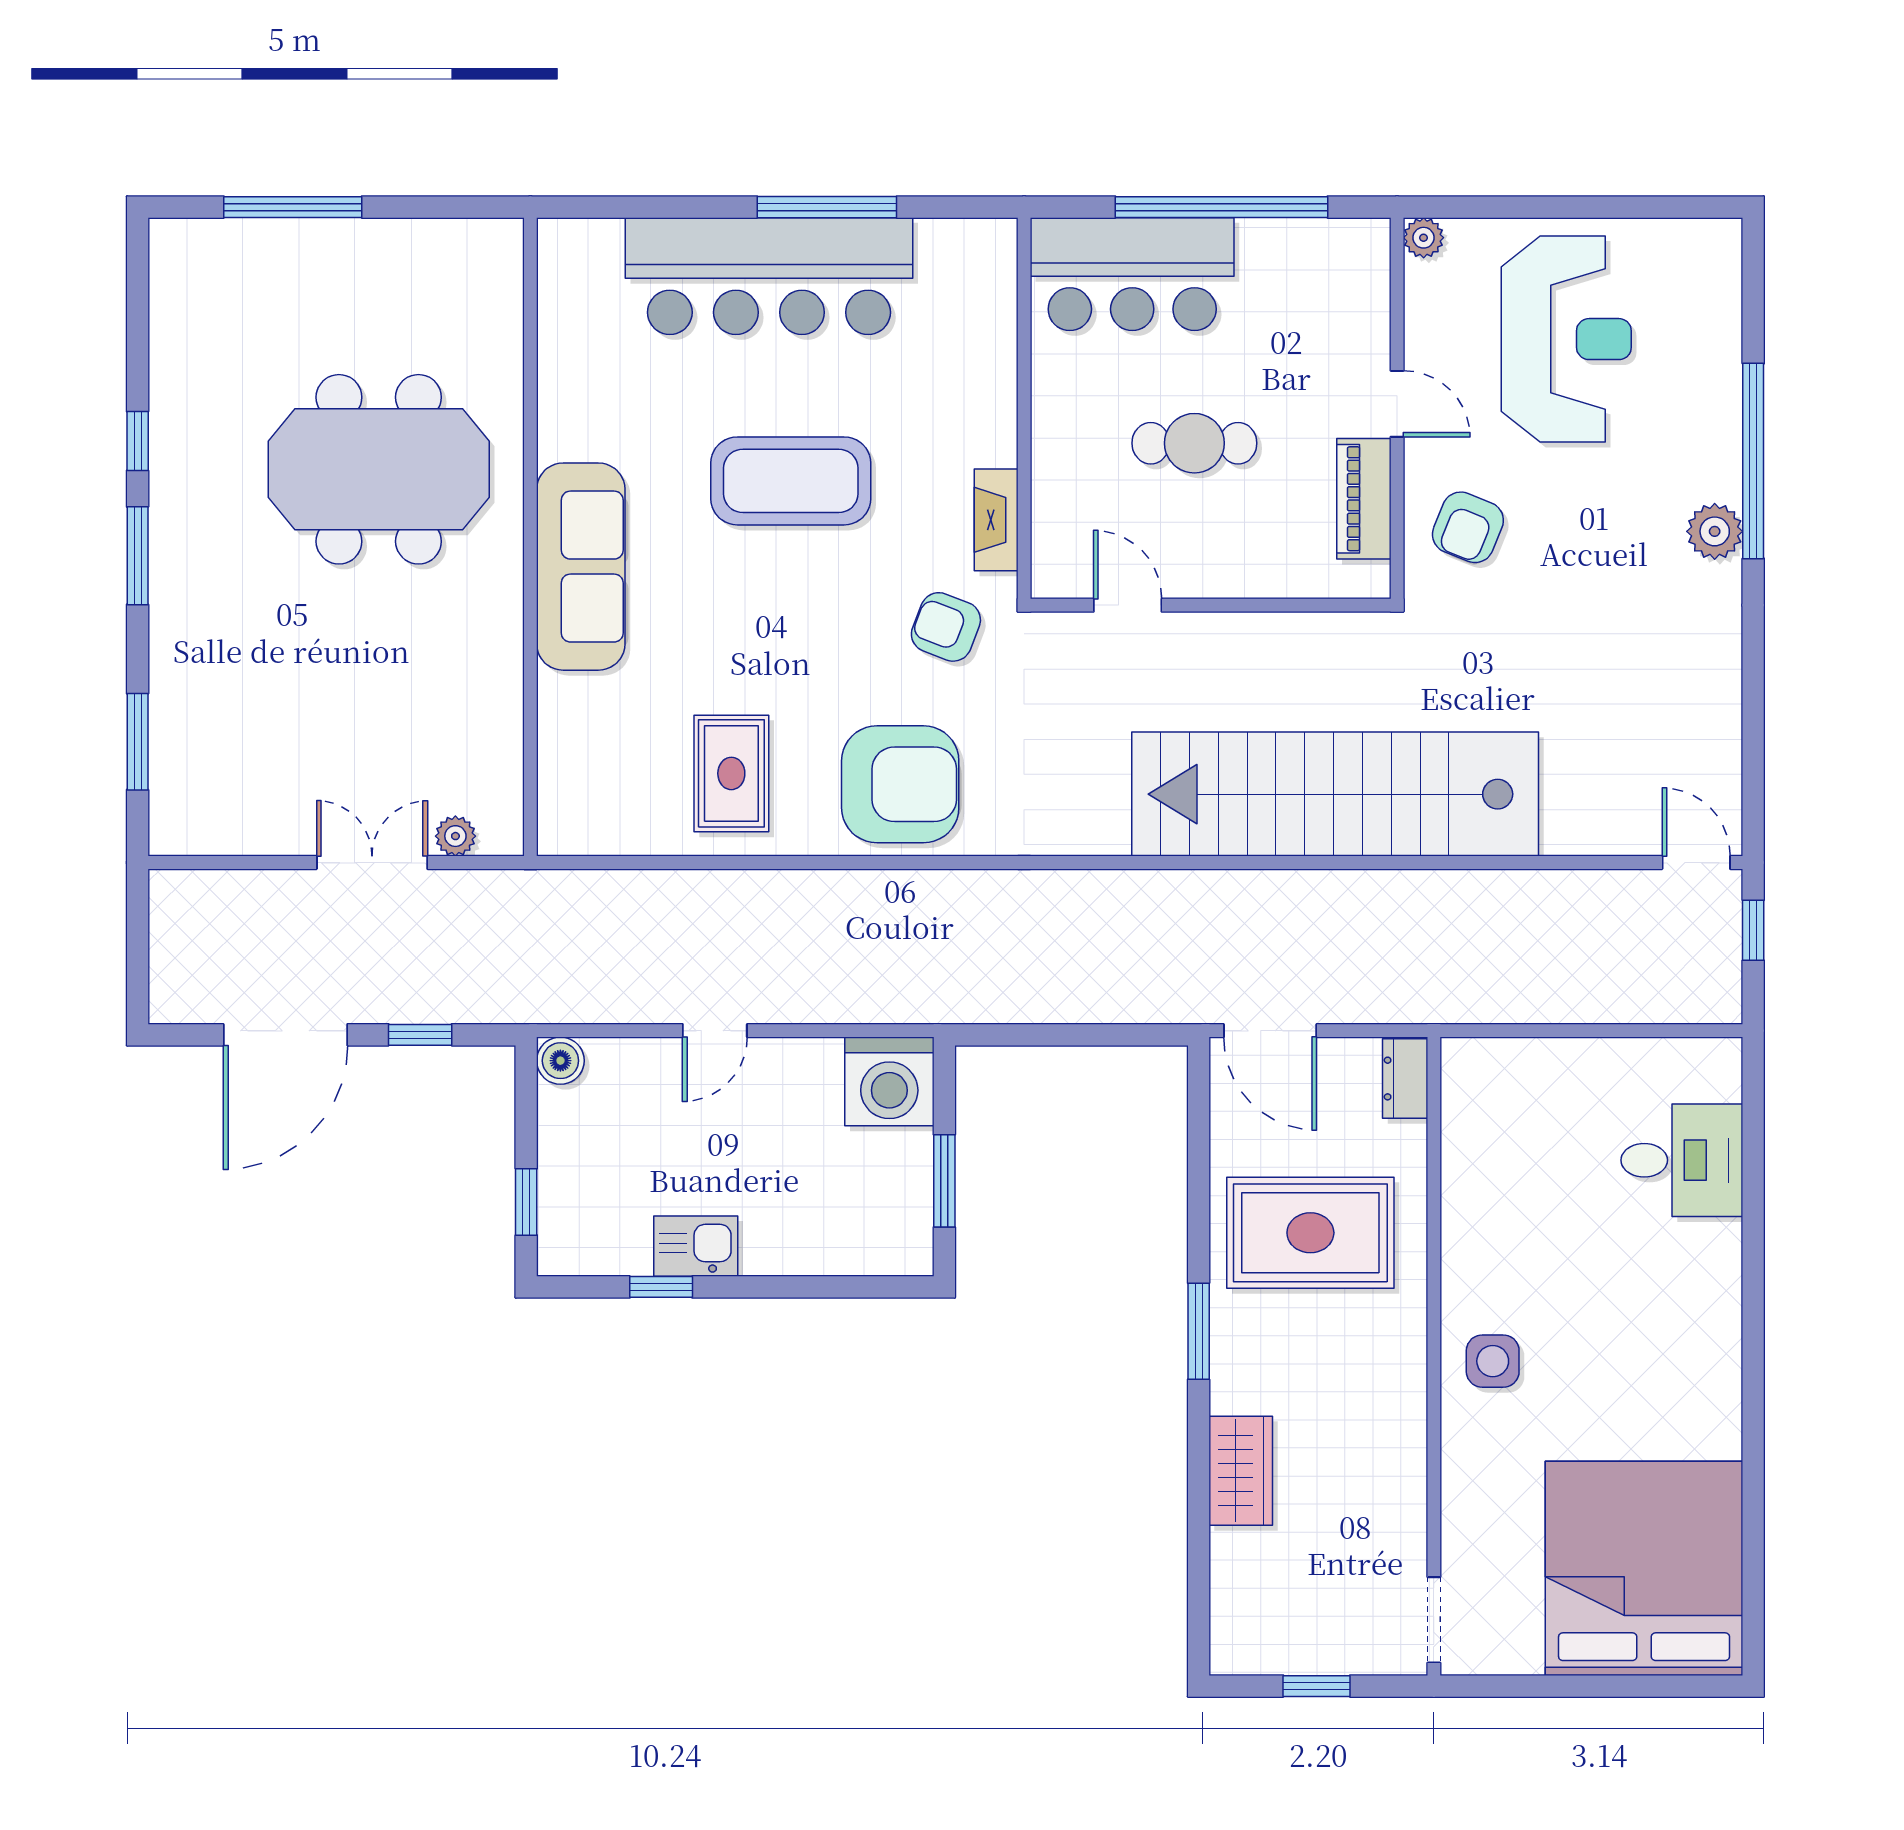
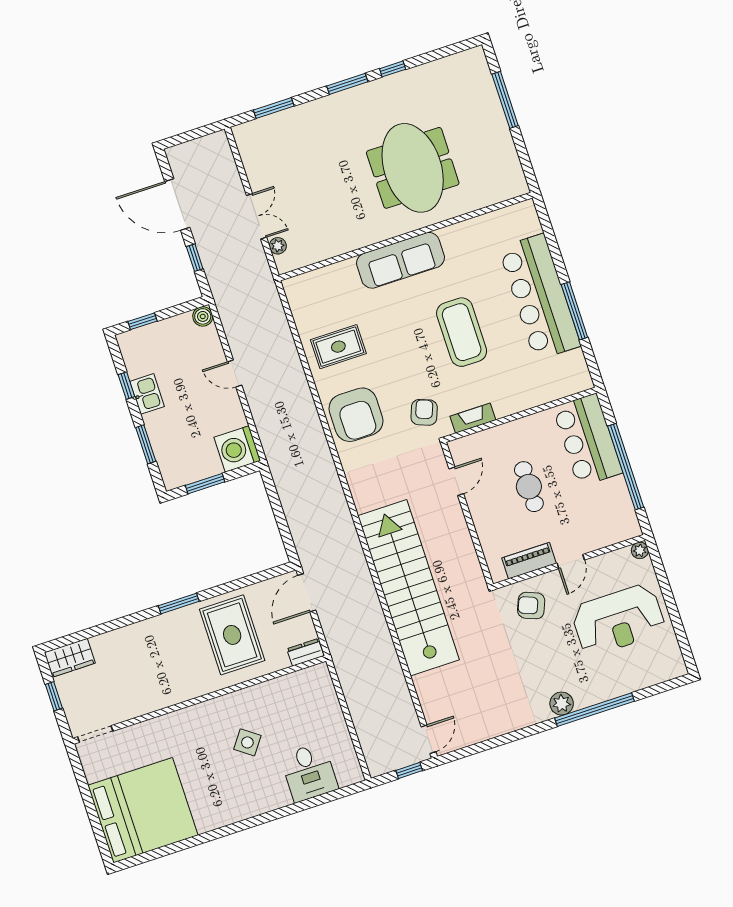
window: (810, 1287) -> (146, 444), added
side table: (1493, 1361) -> (247, 742), moved, turned 36
wardrobe: (1241, 1471) -> (70, 658), moved

